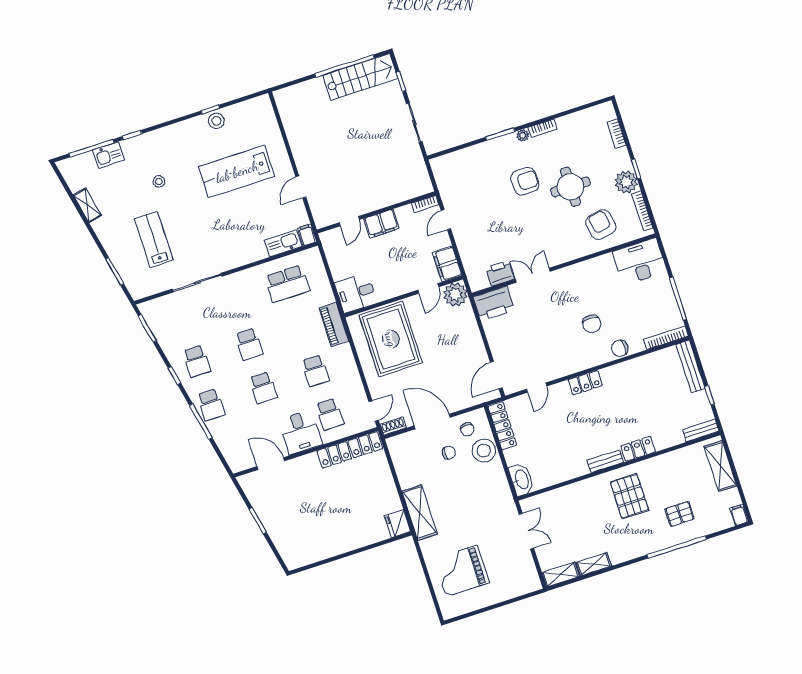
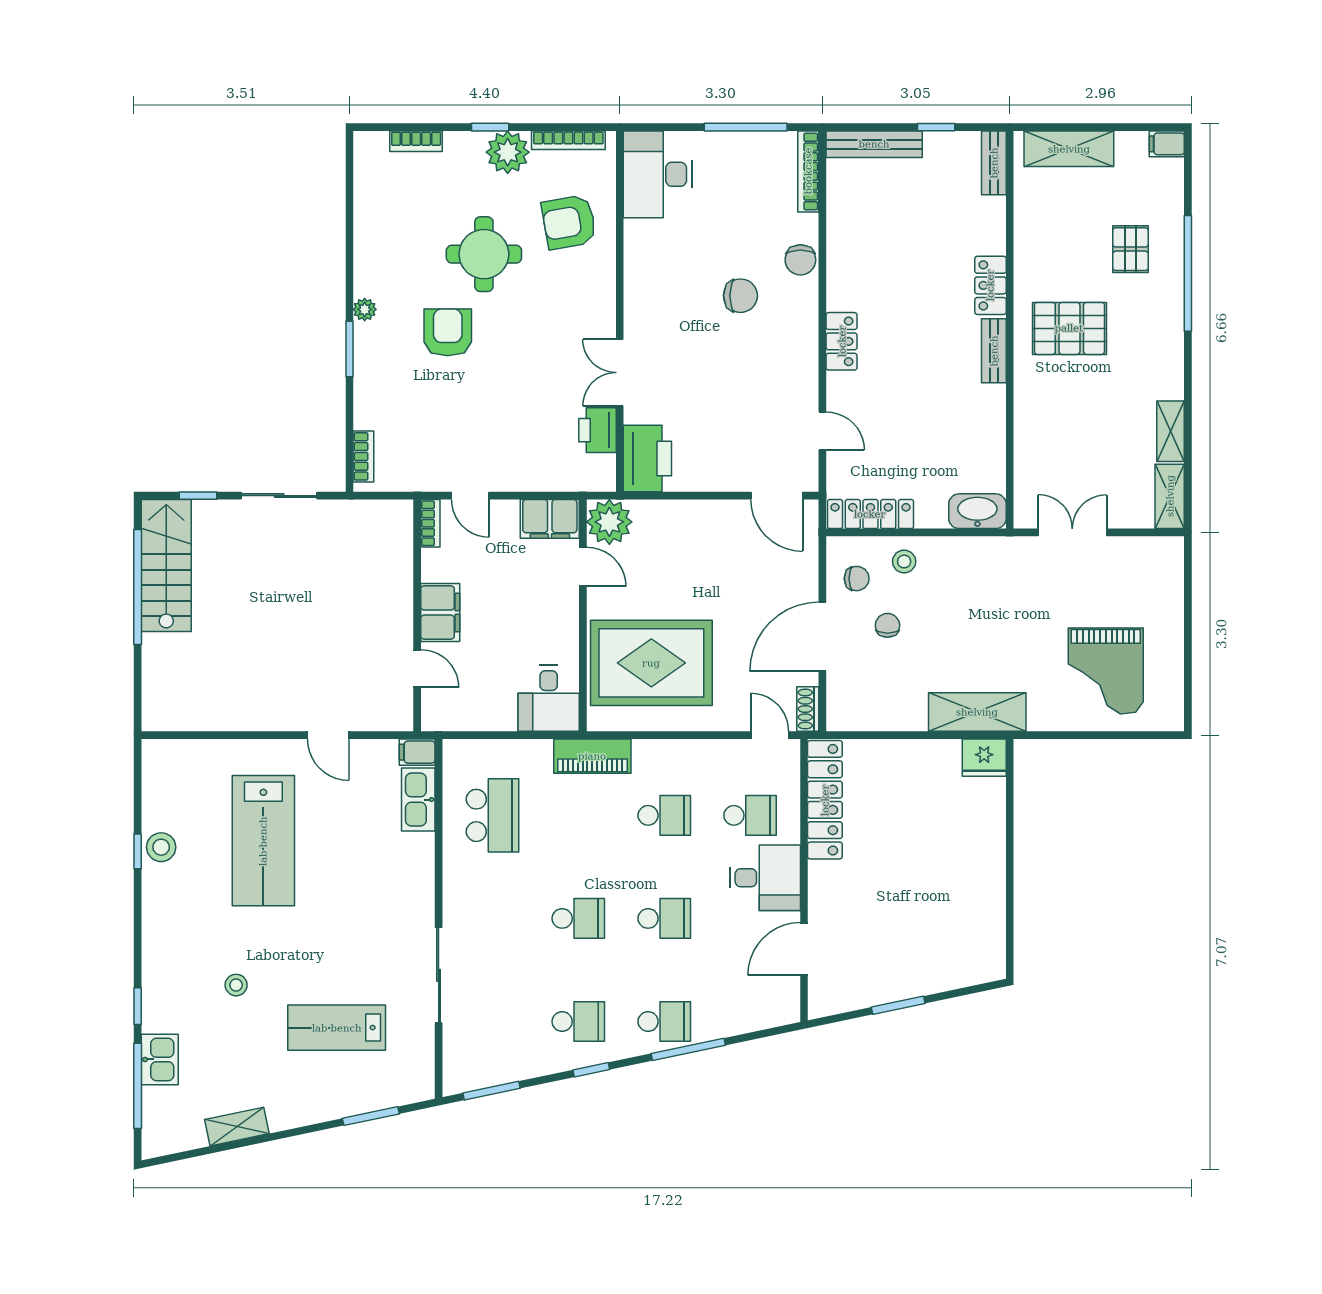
bookcase: (543, 128) -> (363, 456), moved
stool: (484, 451) -> (904, 561), width x0.53, depth x0.53

